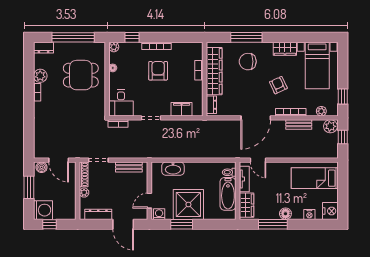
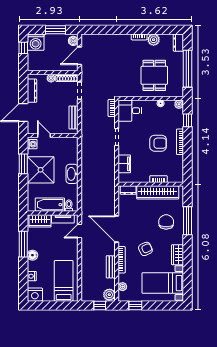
washbasin: (173, 169) -> (72, 174), moved

